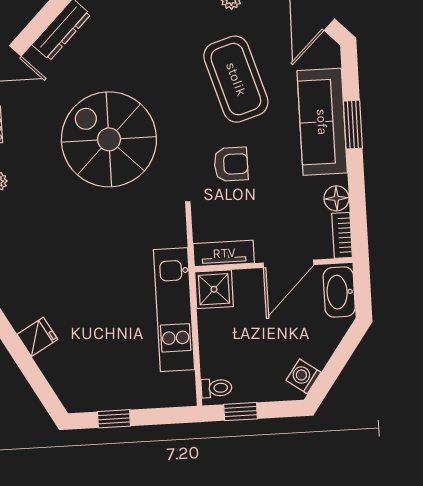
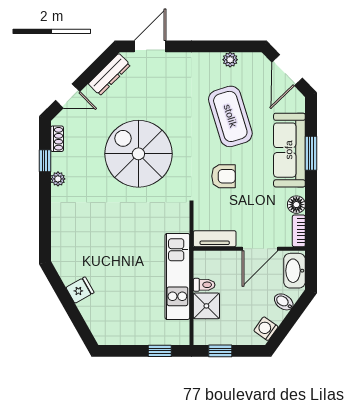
shower: (214, 289) -> (206, 306), moved
bidet: (327, 337) -> (284, 302), added
toilet: (216, 388) -> (204, 285), moved
window: (114, 419) -> (160, 351), moved

